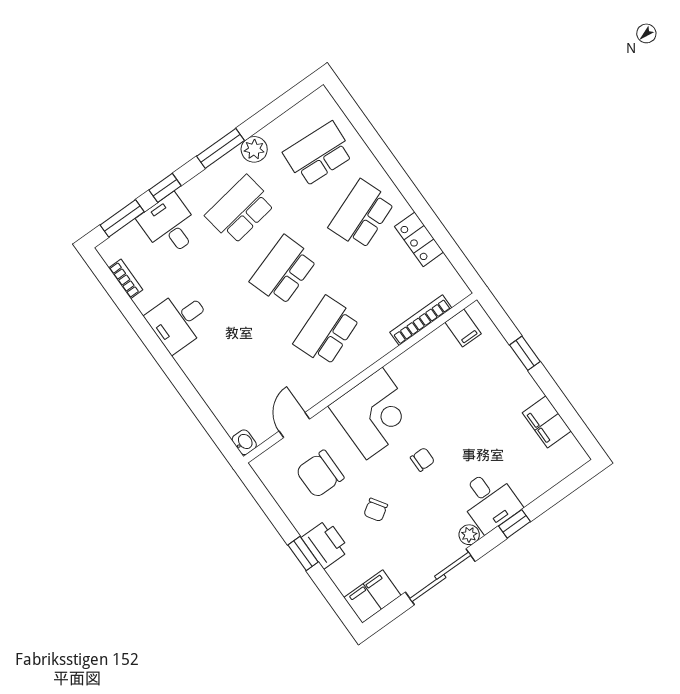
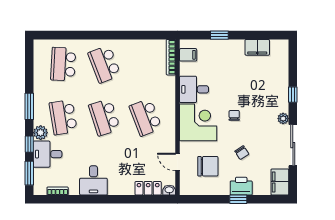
plant: (254, 149) -> (41, 133), moved
locker: (419, 239) -> (148, 188), moved, turned 180
bookcase: (421, 320) -> (171, 57), moved
chair: (320, 474) -> (208, 166), turned -90
desk: (489, 501) -> (194, 89), moved, turned 180

